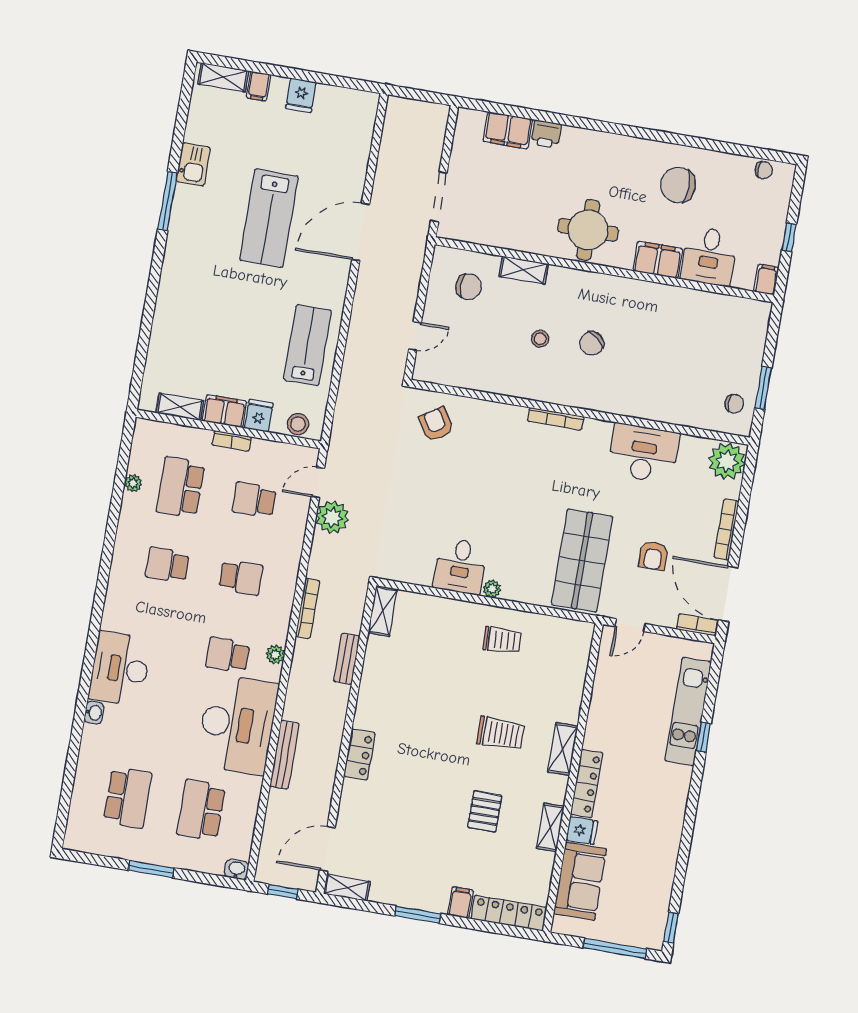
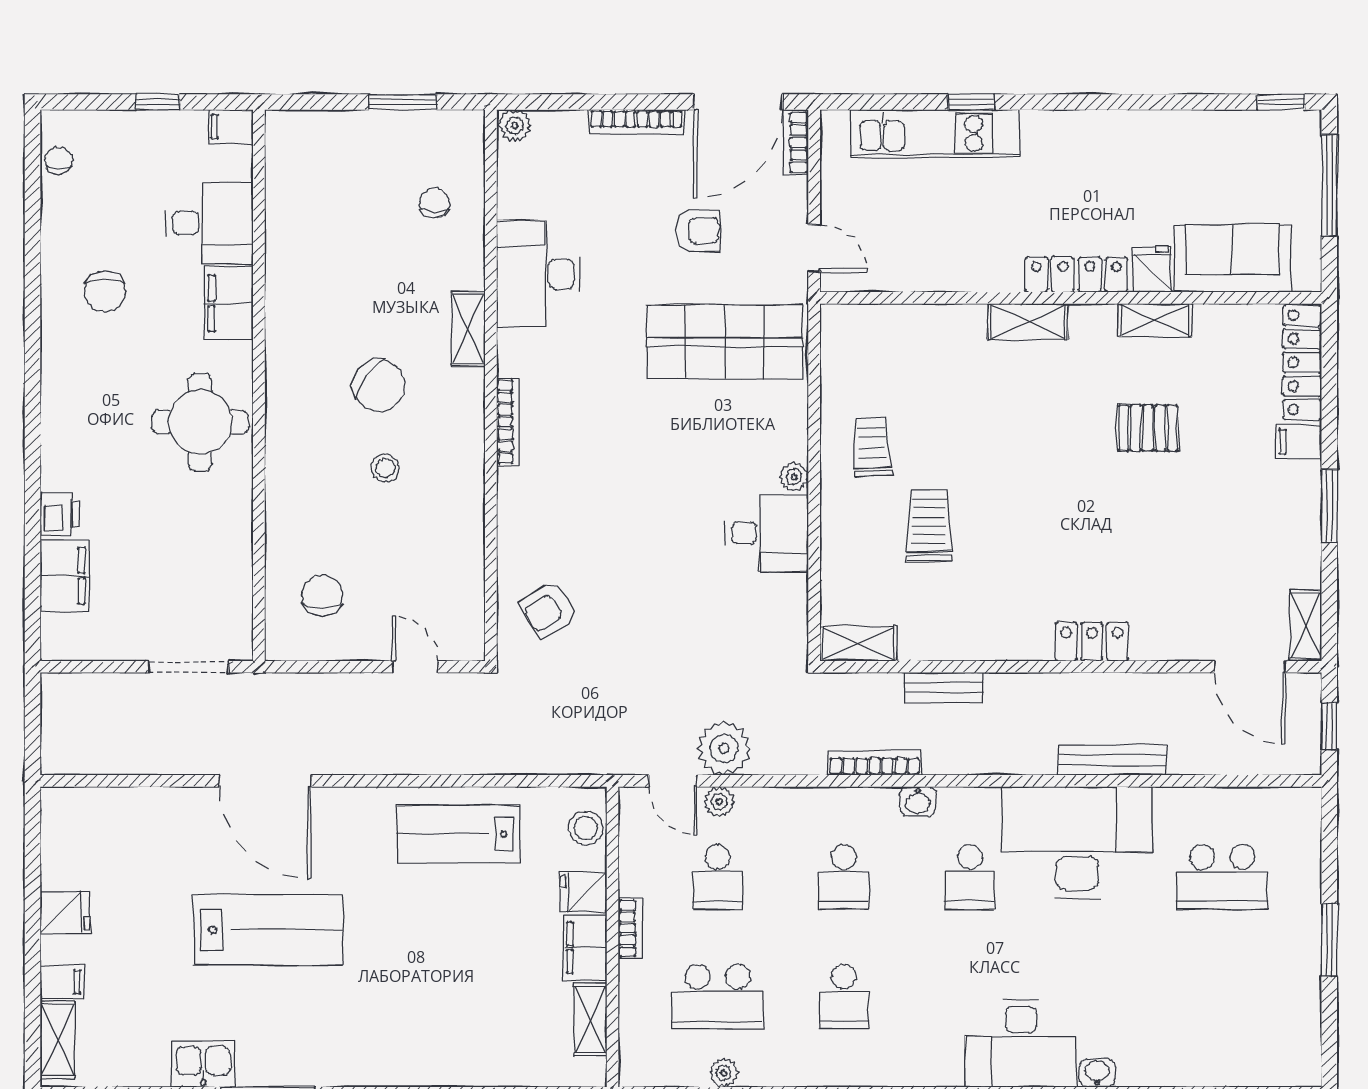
chair: (678, 185) -> (105, 292), width x0.73, depth x0.73
shelving: (524, 270) -> (468, 329), moved
chair: (592, 343) -> (379, 385), width x1.37, depth x1.37
chair: (734, 404) -> (435, 203), moved
plant: (727, 461) -> (515, 126), width x0.53, depth x0.53
school desk: (241, 577) -> (844, 877), turned 180
plant: (275, 655) -> (719, 802), moved
trolley: (500, 733) -> (929, 526), moved
school desk: (128, 797) -> (1222, 997), removed
washbasin: (236, 869) -> (918, 801), moved, turned -90

